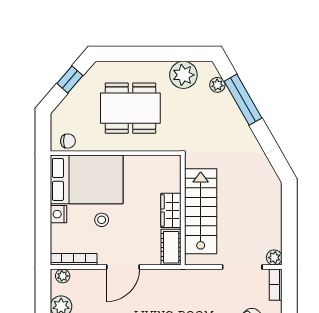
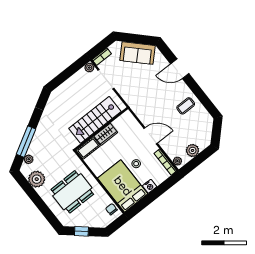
dining table: (130, 108) -> (72, 192), turned 90
cot: (171, 247) -> (88, 148), moved

